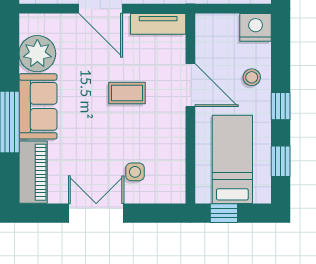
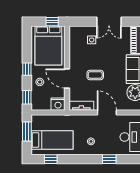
nightstand: (256, 27) -> (58, 104), moved
bed: (232, 159) -> (48, 45), width x1.50
window: (281, 161) -> (27, 97), moved

